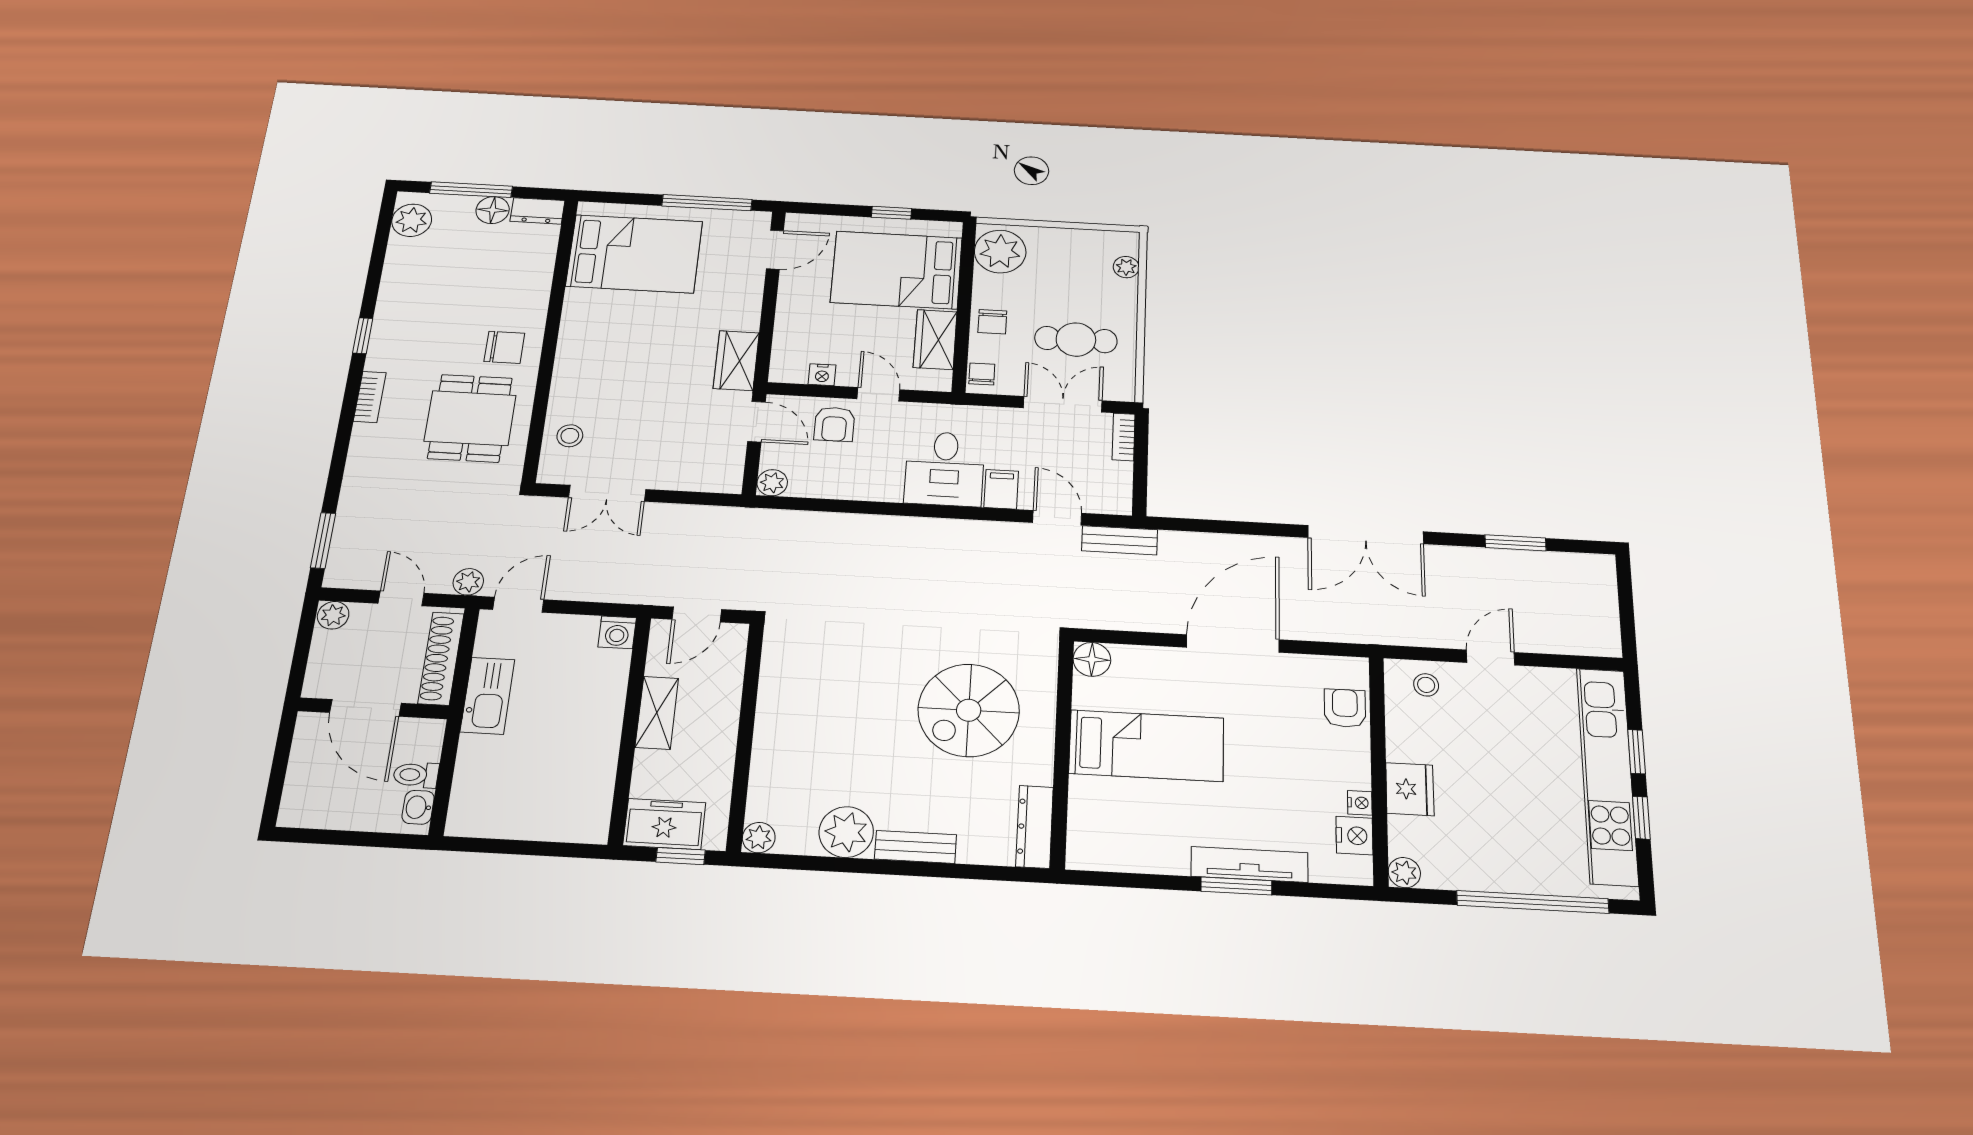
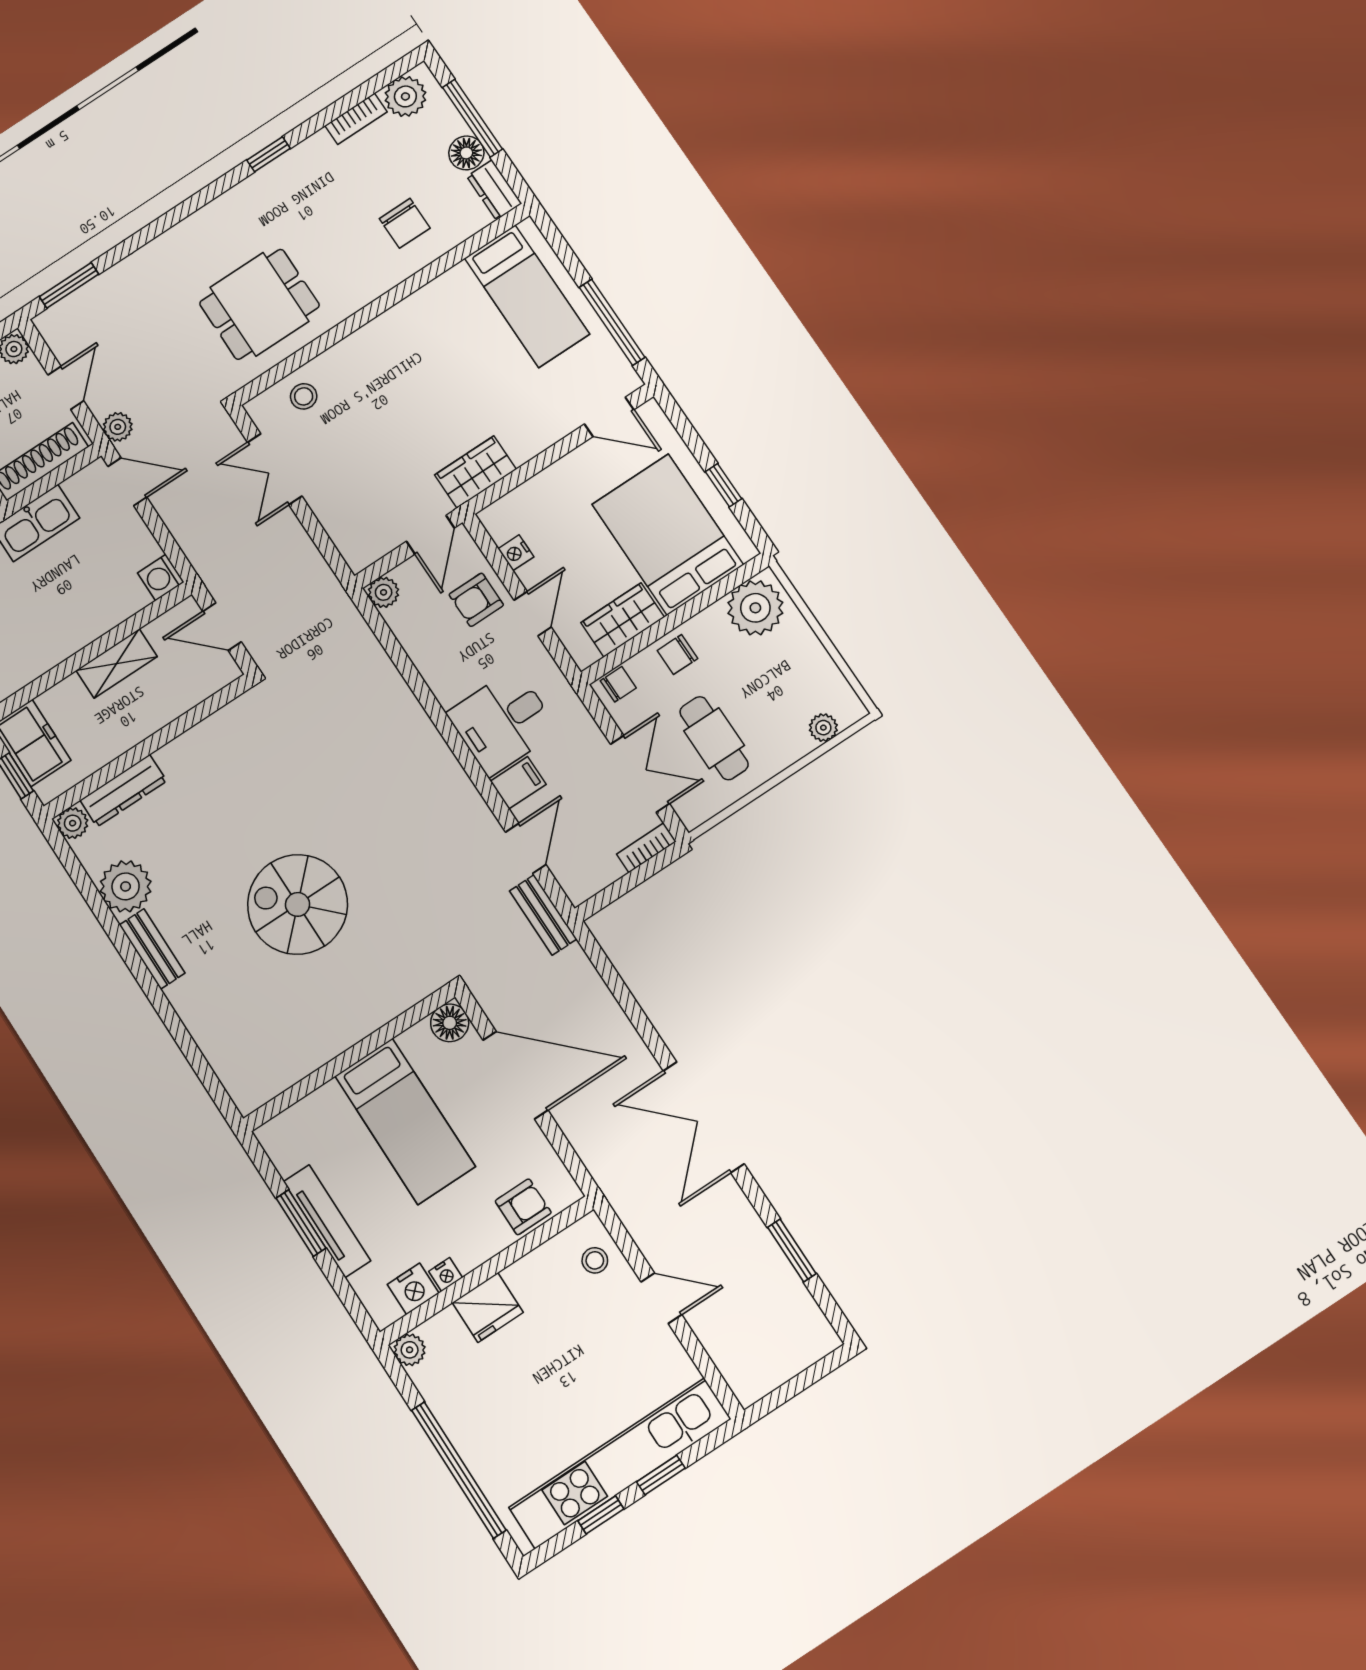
bed: (634, 254) -> (527, 296), width x0.67
chair: (504, 347) -> (405, 223), moved
bookcase: (370, 397) -> (356, 119), moved
floor lamp: (1092, 659) -> (450, 1023), moved
bed: (1147, 746) -> (405, 1121), moved
wall: (1062, 753) -> (349, 1058), moved
dresser: (1035, 827) -> (123, 791), moved, turned 180

